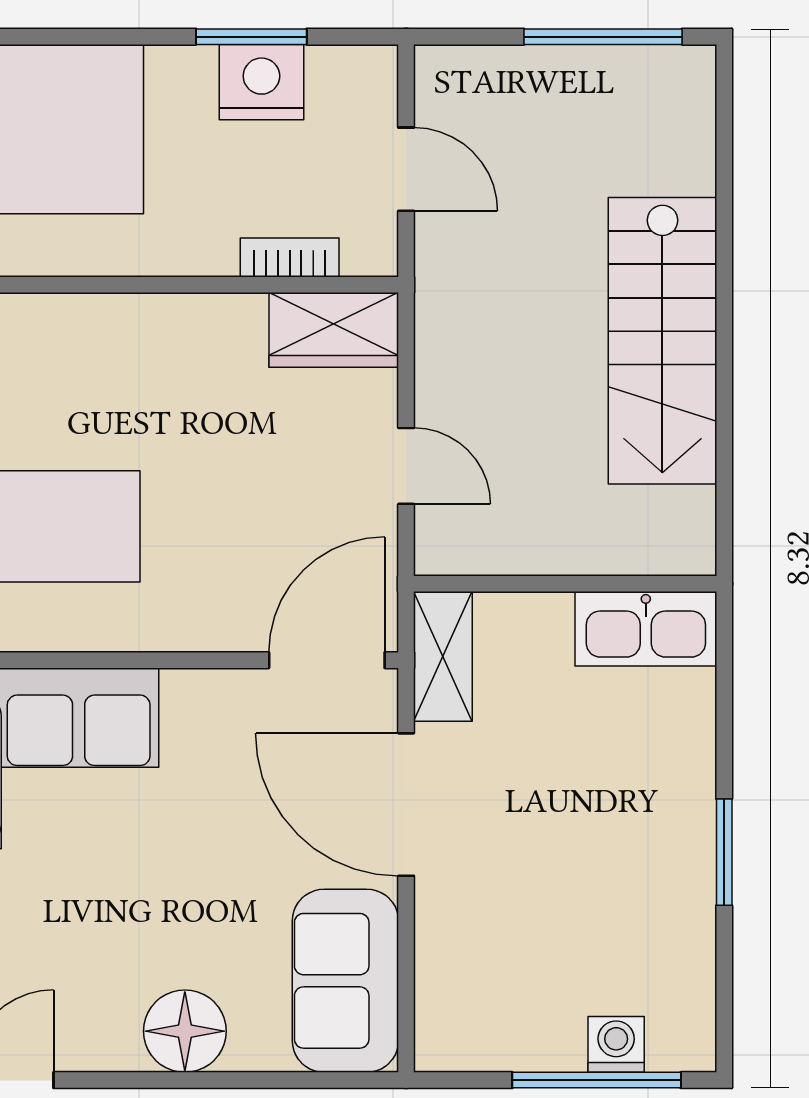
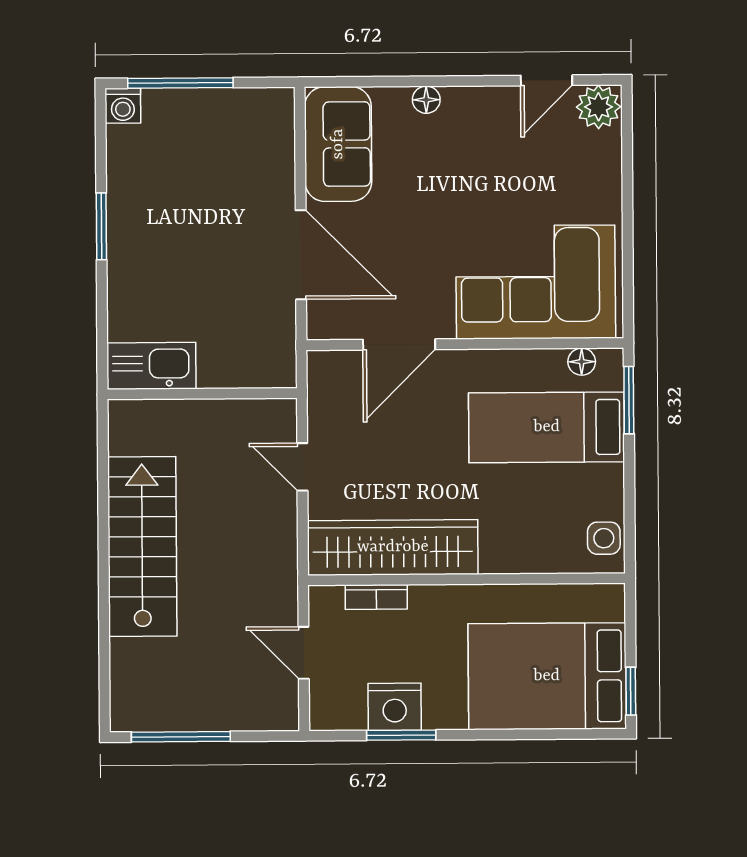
wardrobe: (334, 330) -> (393, 547), width x2.10, depth x1.17
shelving: (443, 656) -> (278, 348), removed
door: (327, 660) -> (399, 345), moved
floor lamp: (185, 1031) -> (426, 100), width x0.53, depth x0.53
washing machine: (616, 1044) -> (123, 106), moved

